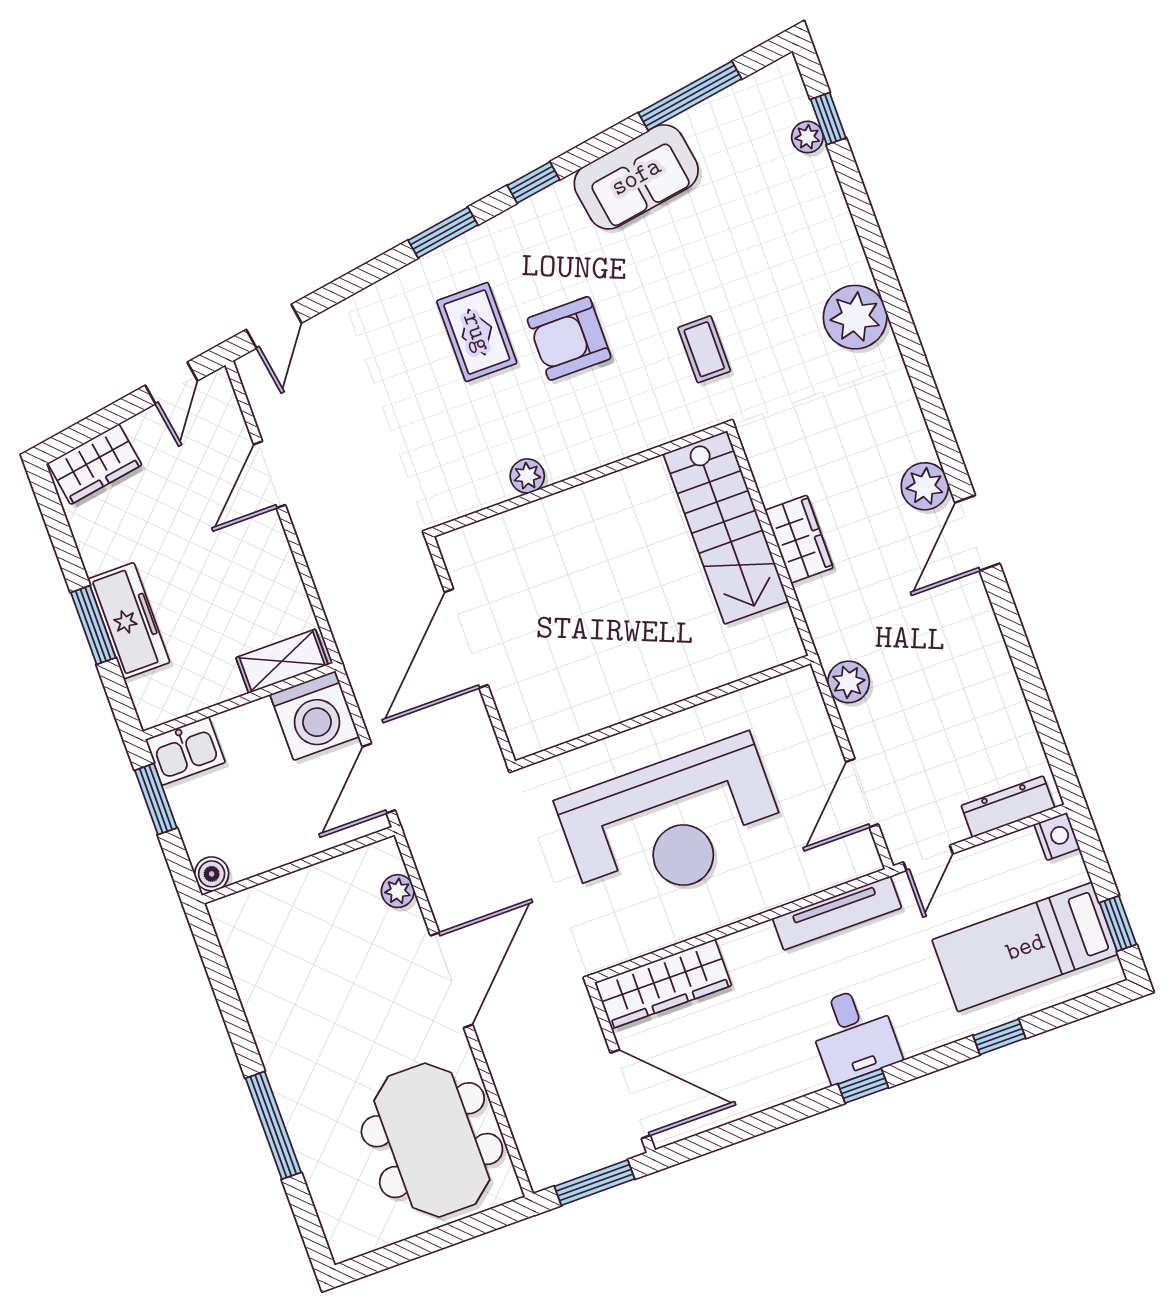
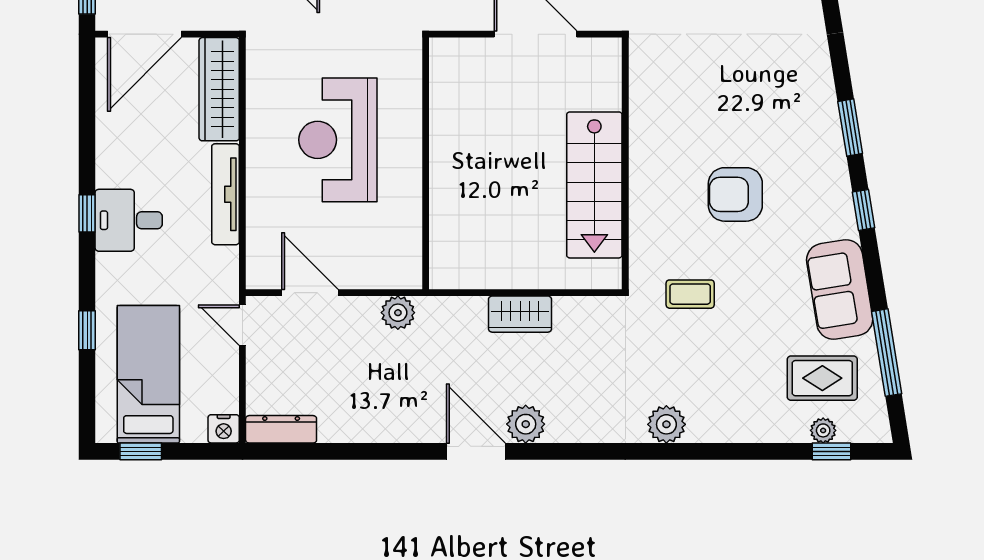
plant: (855, 317) -> (666, 424), width x0.73, depth x0.73
rug: (477, 332) -> (822, 378), moved
armchair: (569, 338) -> (735, 194), turned -90
plant: (527, 476) -> (642, 125), removed
stairs: (726, 528) -> (594, 185), moved, turned -90
dresser: (1008, 807) -> (281, 429), moved, turned -90
reception desk: (672, 824) -> (338, 140), width x0.74, depth x0.77
tv unit: (837, 913) -> (225, 194), moved

